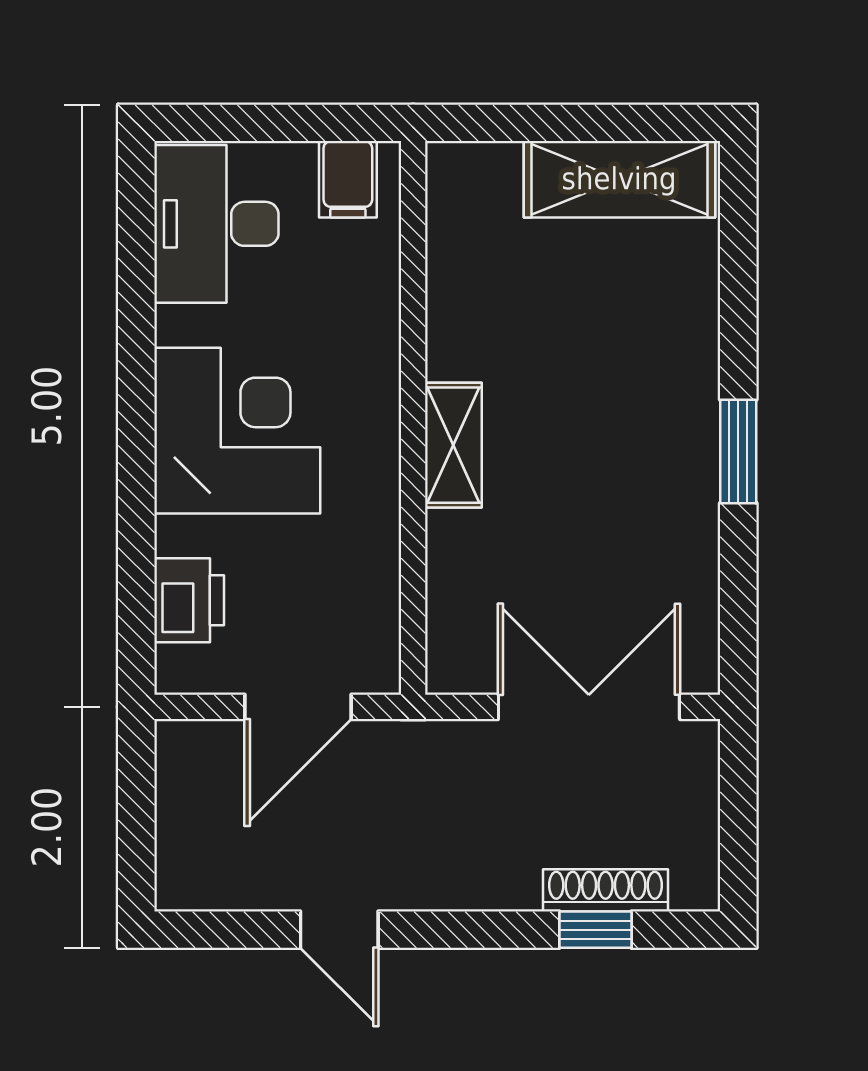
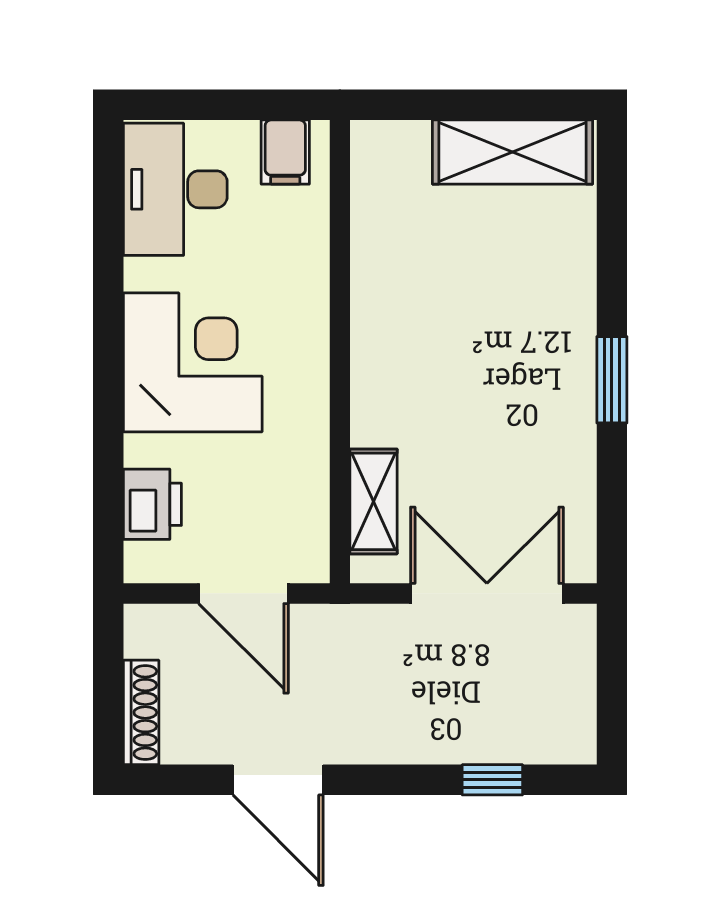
shelving: (453, 445) -> (374, 501), moved
door: (298, 707) -> (244, 593), hinge flipped
shoe rack: (605, 890) -> (141, 712), moved, turned 90
door: (339, 930) -> (278, 780), width x1.38

